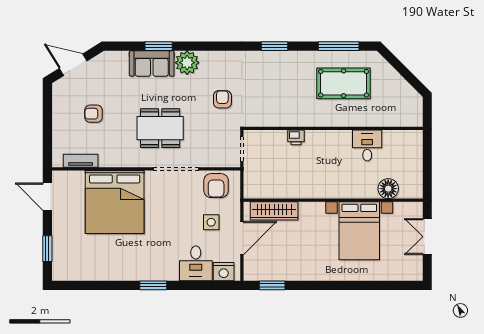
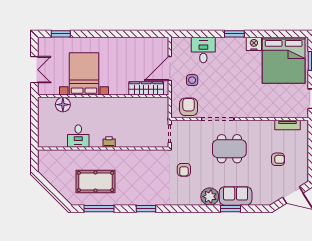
printer: (296, 137) -> (109, 142), moved
bed: (115, 202) -> (284, 60), moved, turned 180
nightstand: (224, 272) -> (254, 44), moved
window: (272, 285) -> (61, 34), moved

